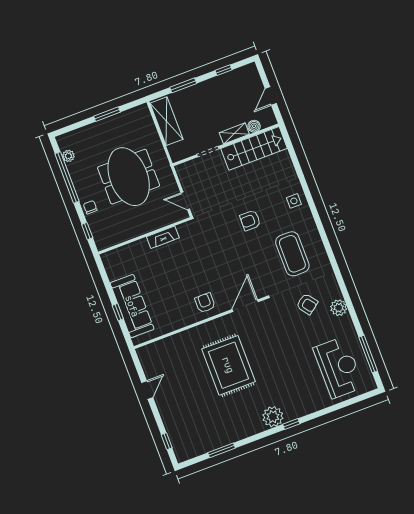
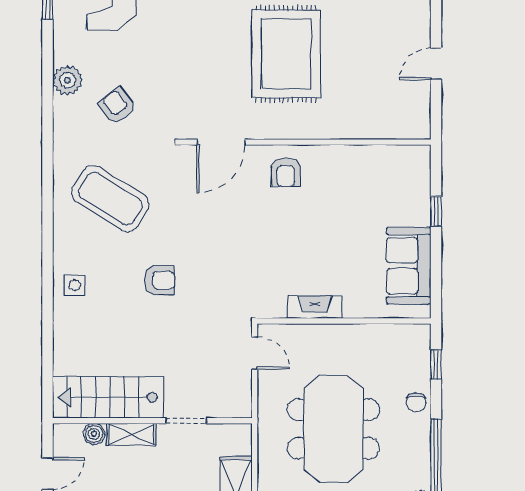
coffee table: (292, 254) -> (110, 199), turned -58
sofa: (132, 306) -> (409, 266), moved, width x0.73

